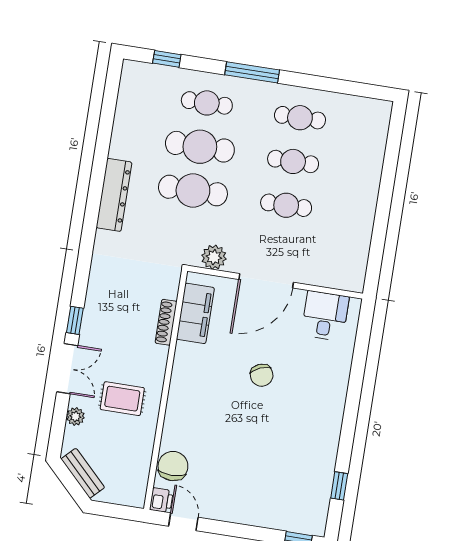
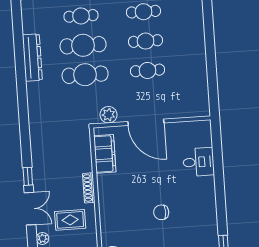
dresser: (114, 195) -> (32, 58), moved
door: (266, 281) -> (146, 122), hinge flipped
desk: (325, 316) -> (198, 162), moved, turned 90
shoe rack: (166, 322) -> (89, 188), moved
chair: (262, 375) -> (161, 212), moved, turned 113

